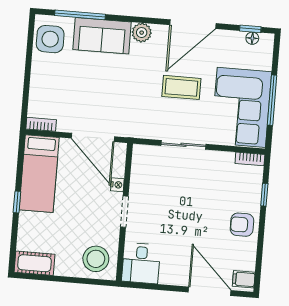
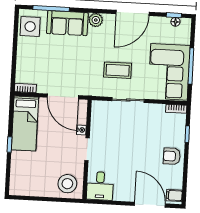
coffee table: (181, 87) -> (118, 70), moved
cot: (34, 263) -> (23, 188), removed

